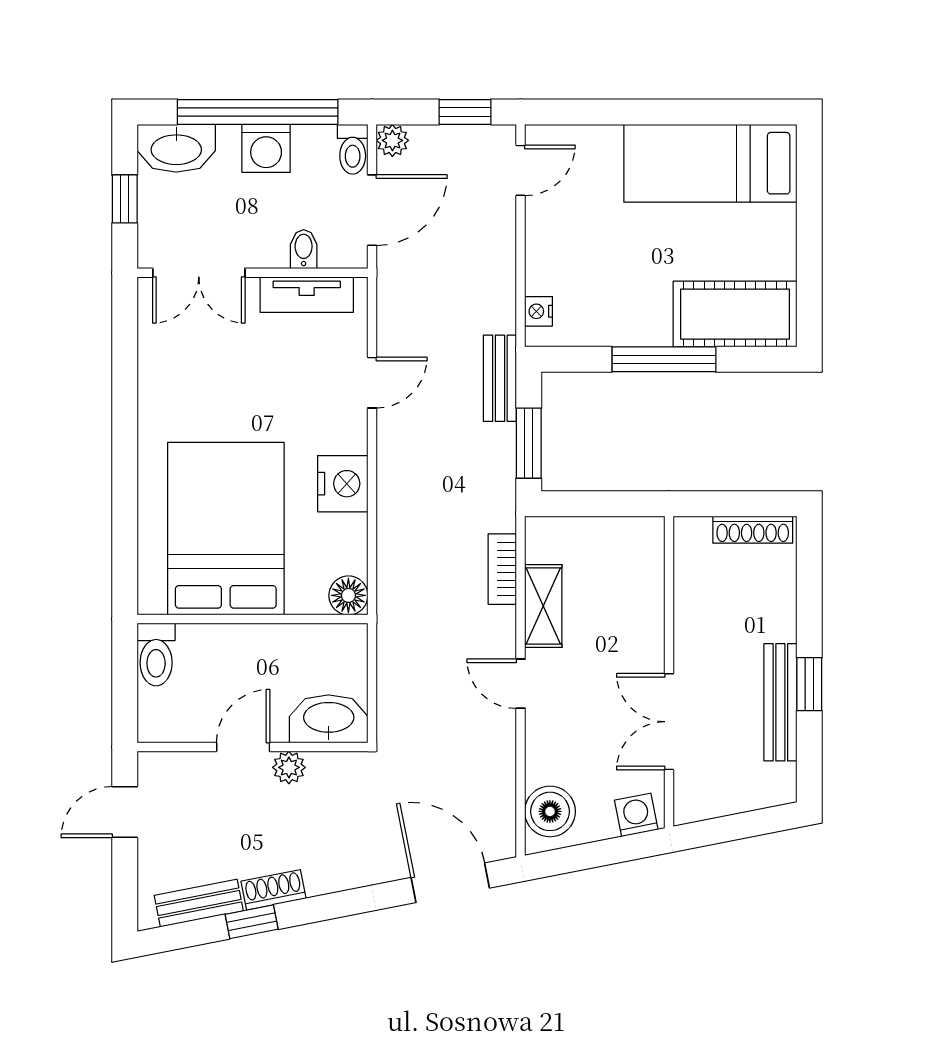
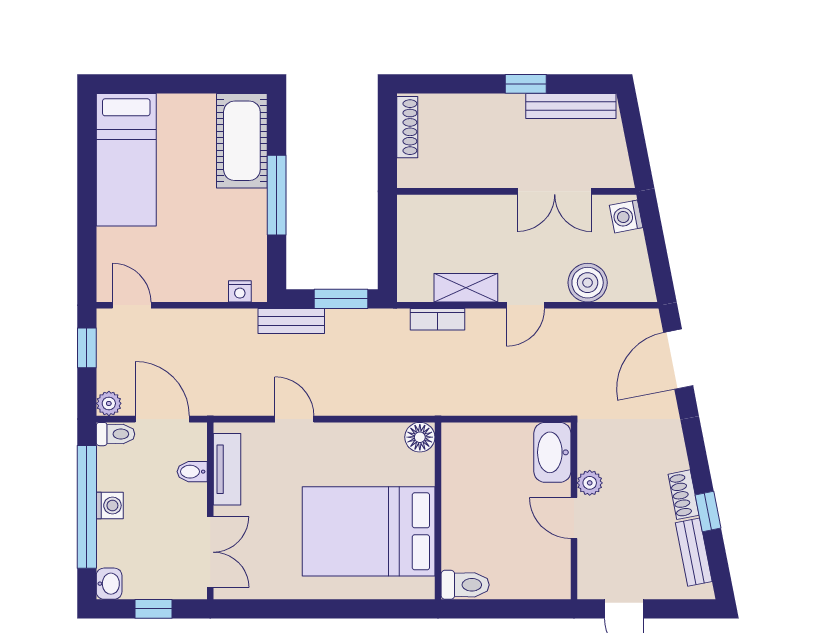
washbasin: (176, 148) -> (109, 584), width x0.52, depth x0.69
washing machine: (266, 148) -> (110, 505), width x0.73, depth x0.73
nightstand: (343, 484) -> (372, 442), removed
bed: (226, 529) -> (369, 531), moved
floor lamp: (348, 595) -> (420, 437), moved
wall: (252, 619) -> (438, 511), moved
toilet: (156, 655) -> (465, 585), moved
bench: (780, 702) -> (571, 106), moved
boiler: (550, 811) -> (588, 283), moved

